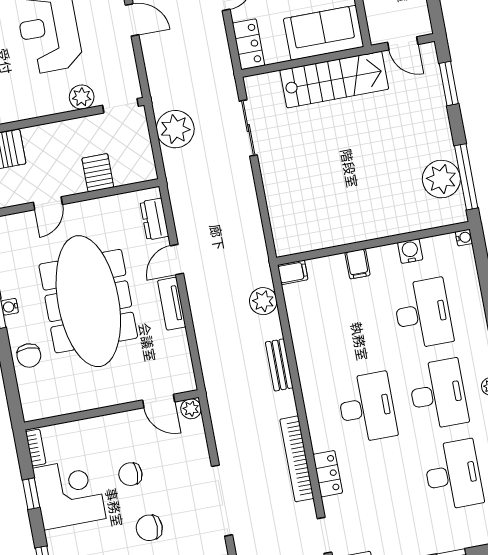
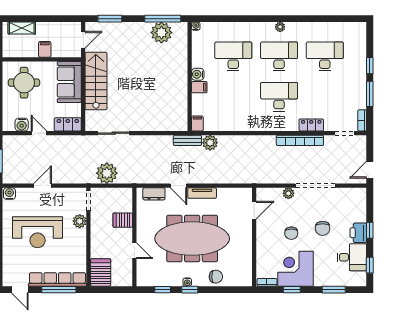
water cooler: (410, 251) -> (198, 74), moved
bench: (279, 365) -> (187, 140), moved
plant: (191, 409) -> (288, 193), moved

